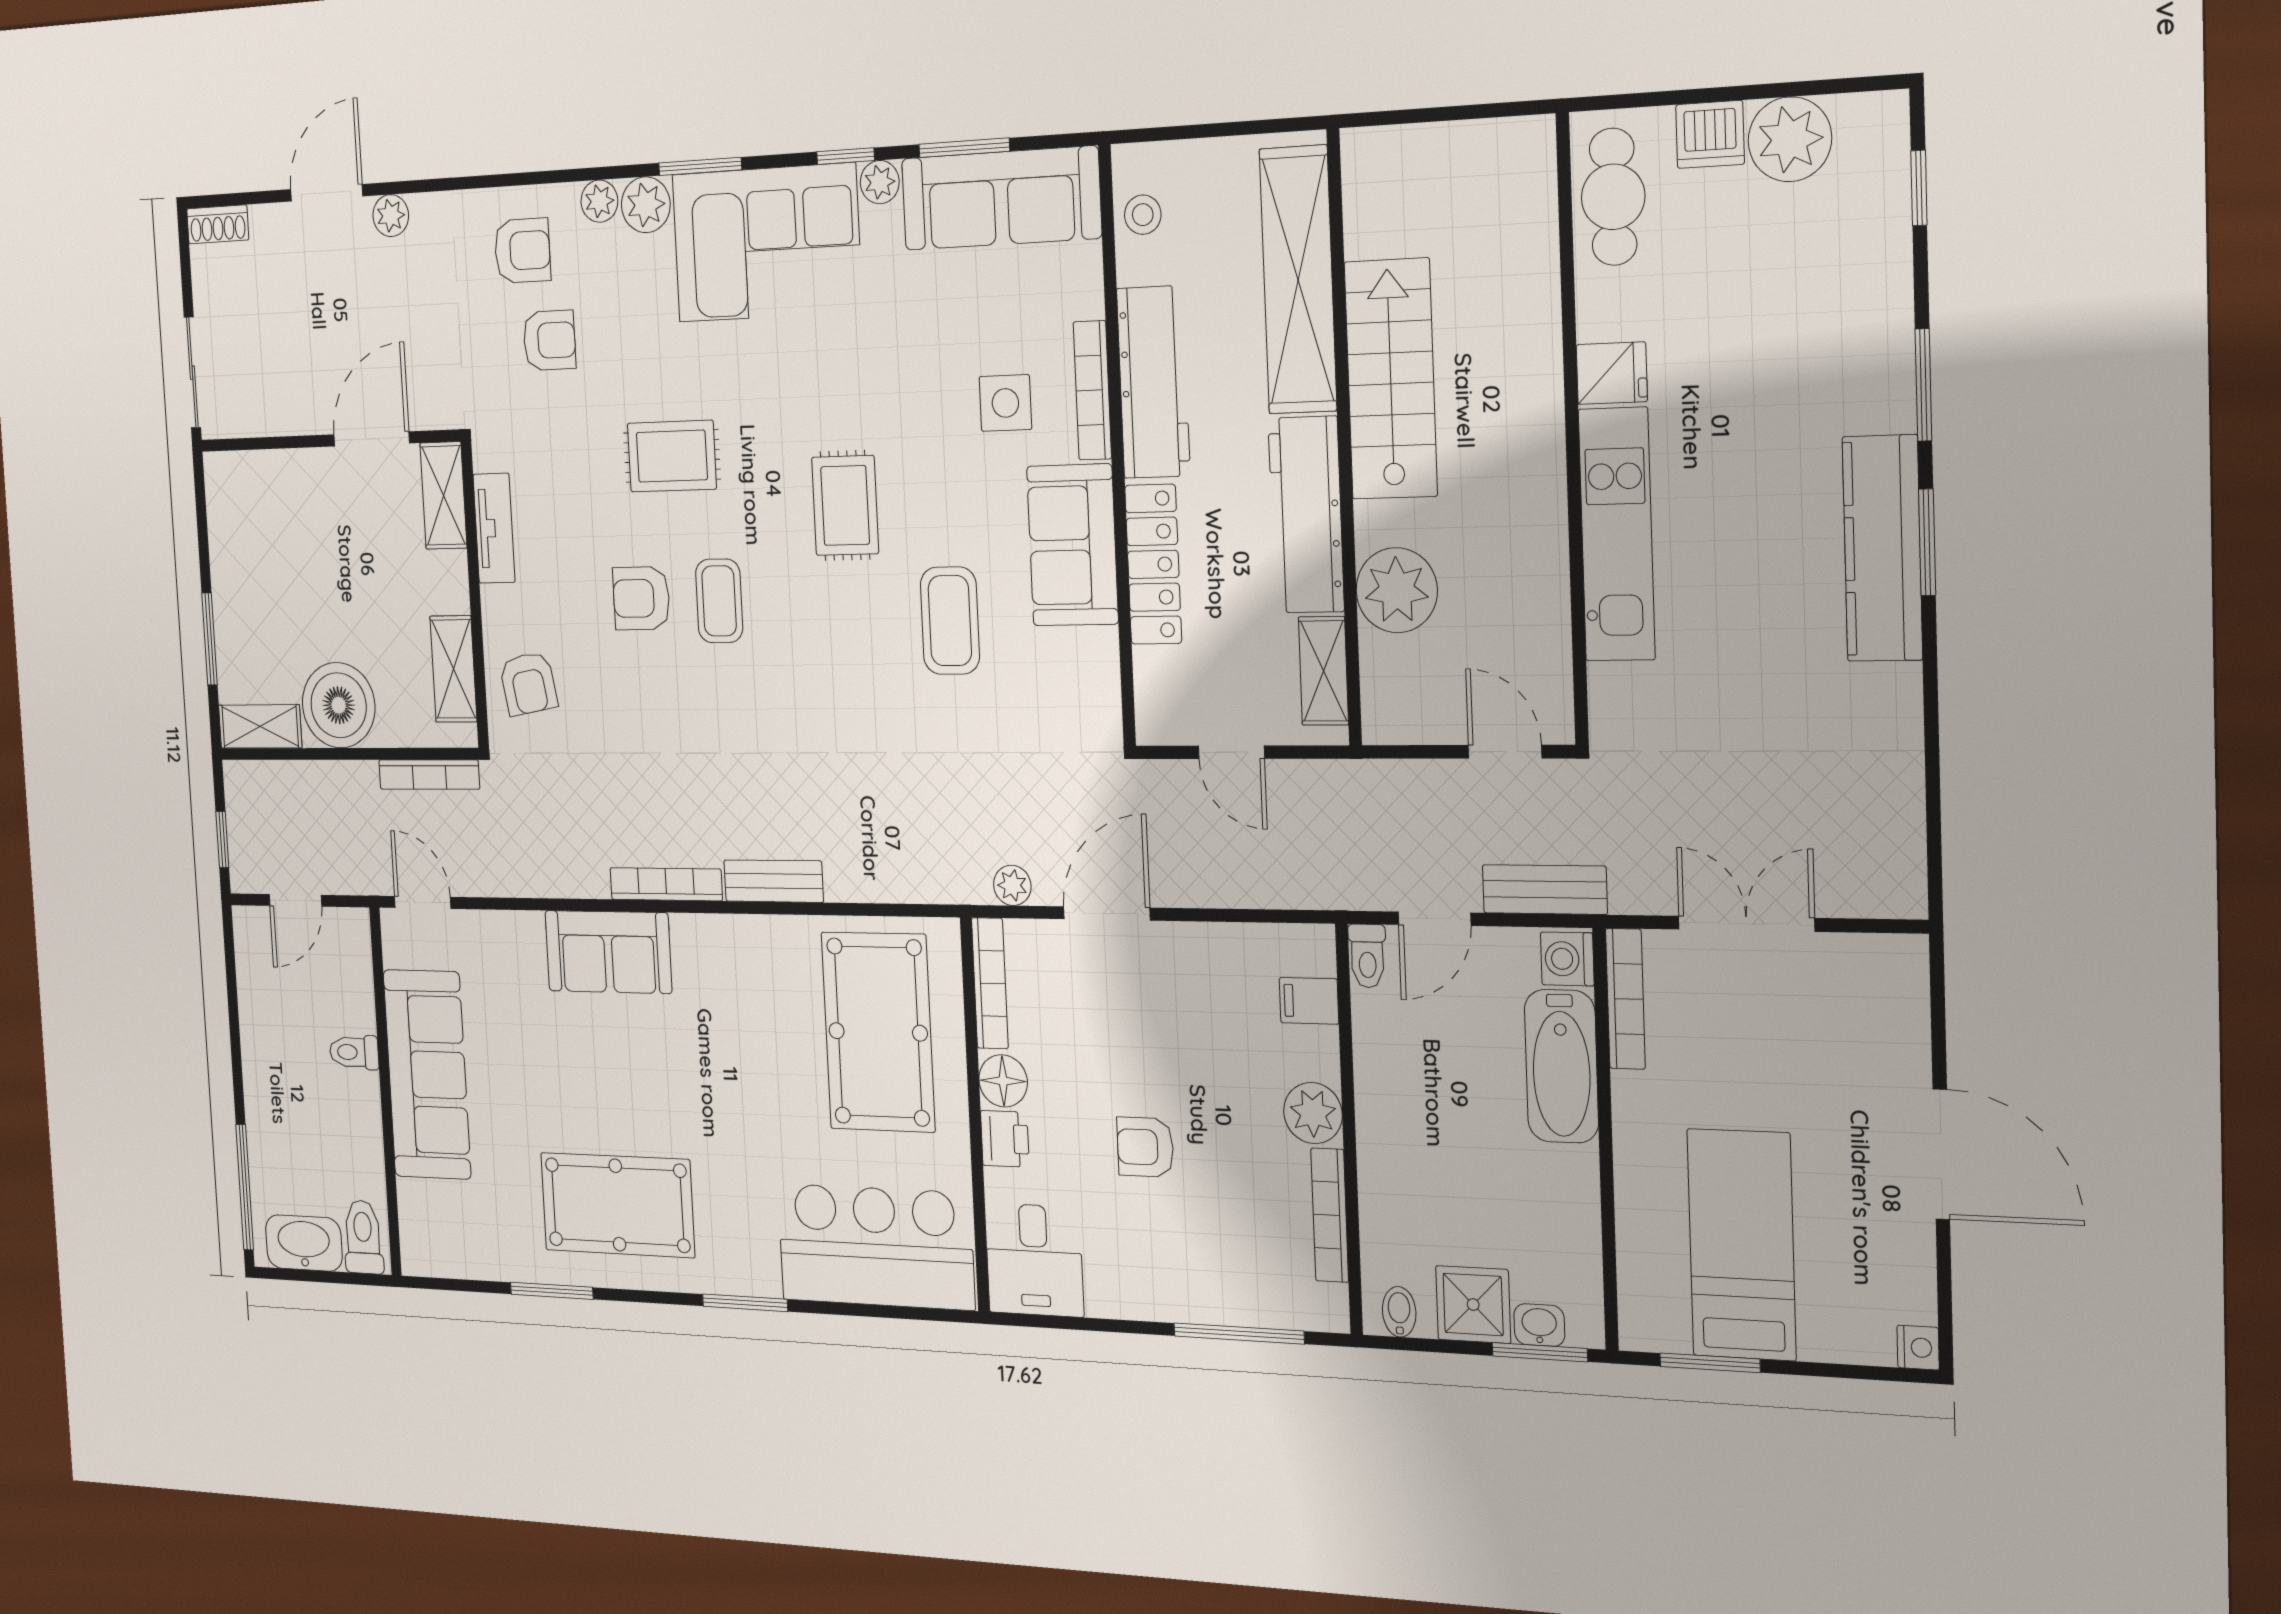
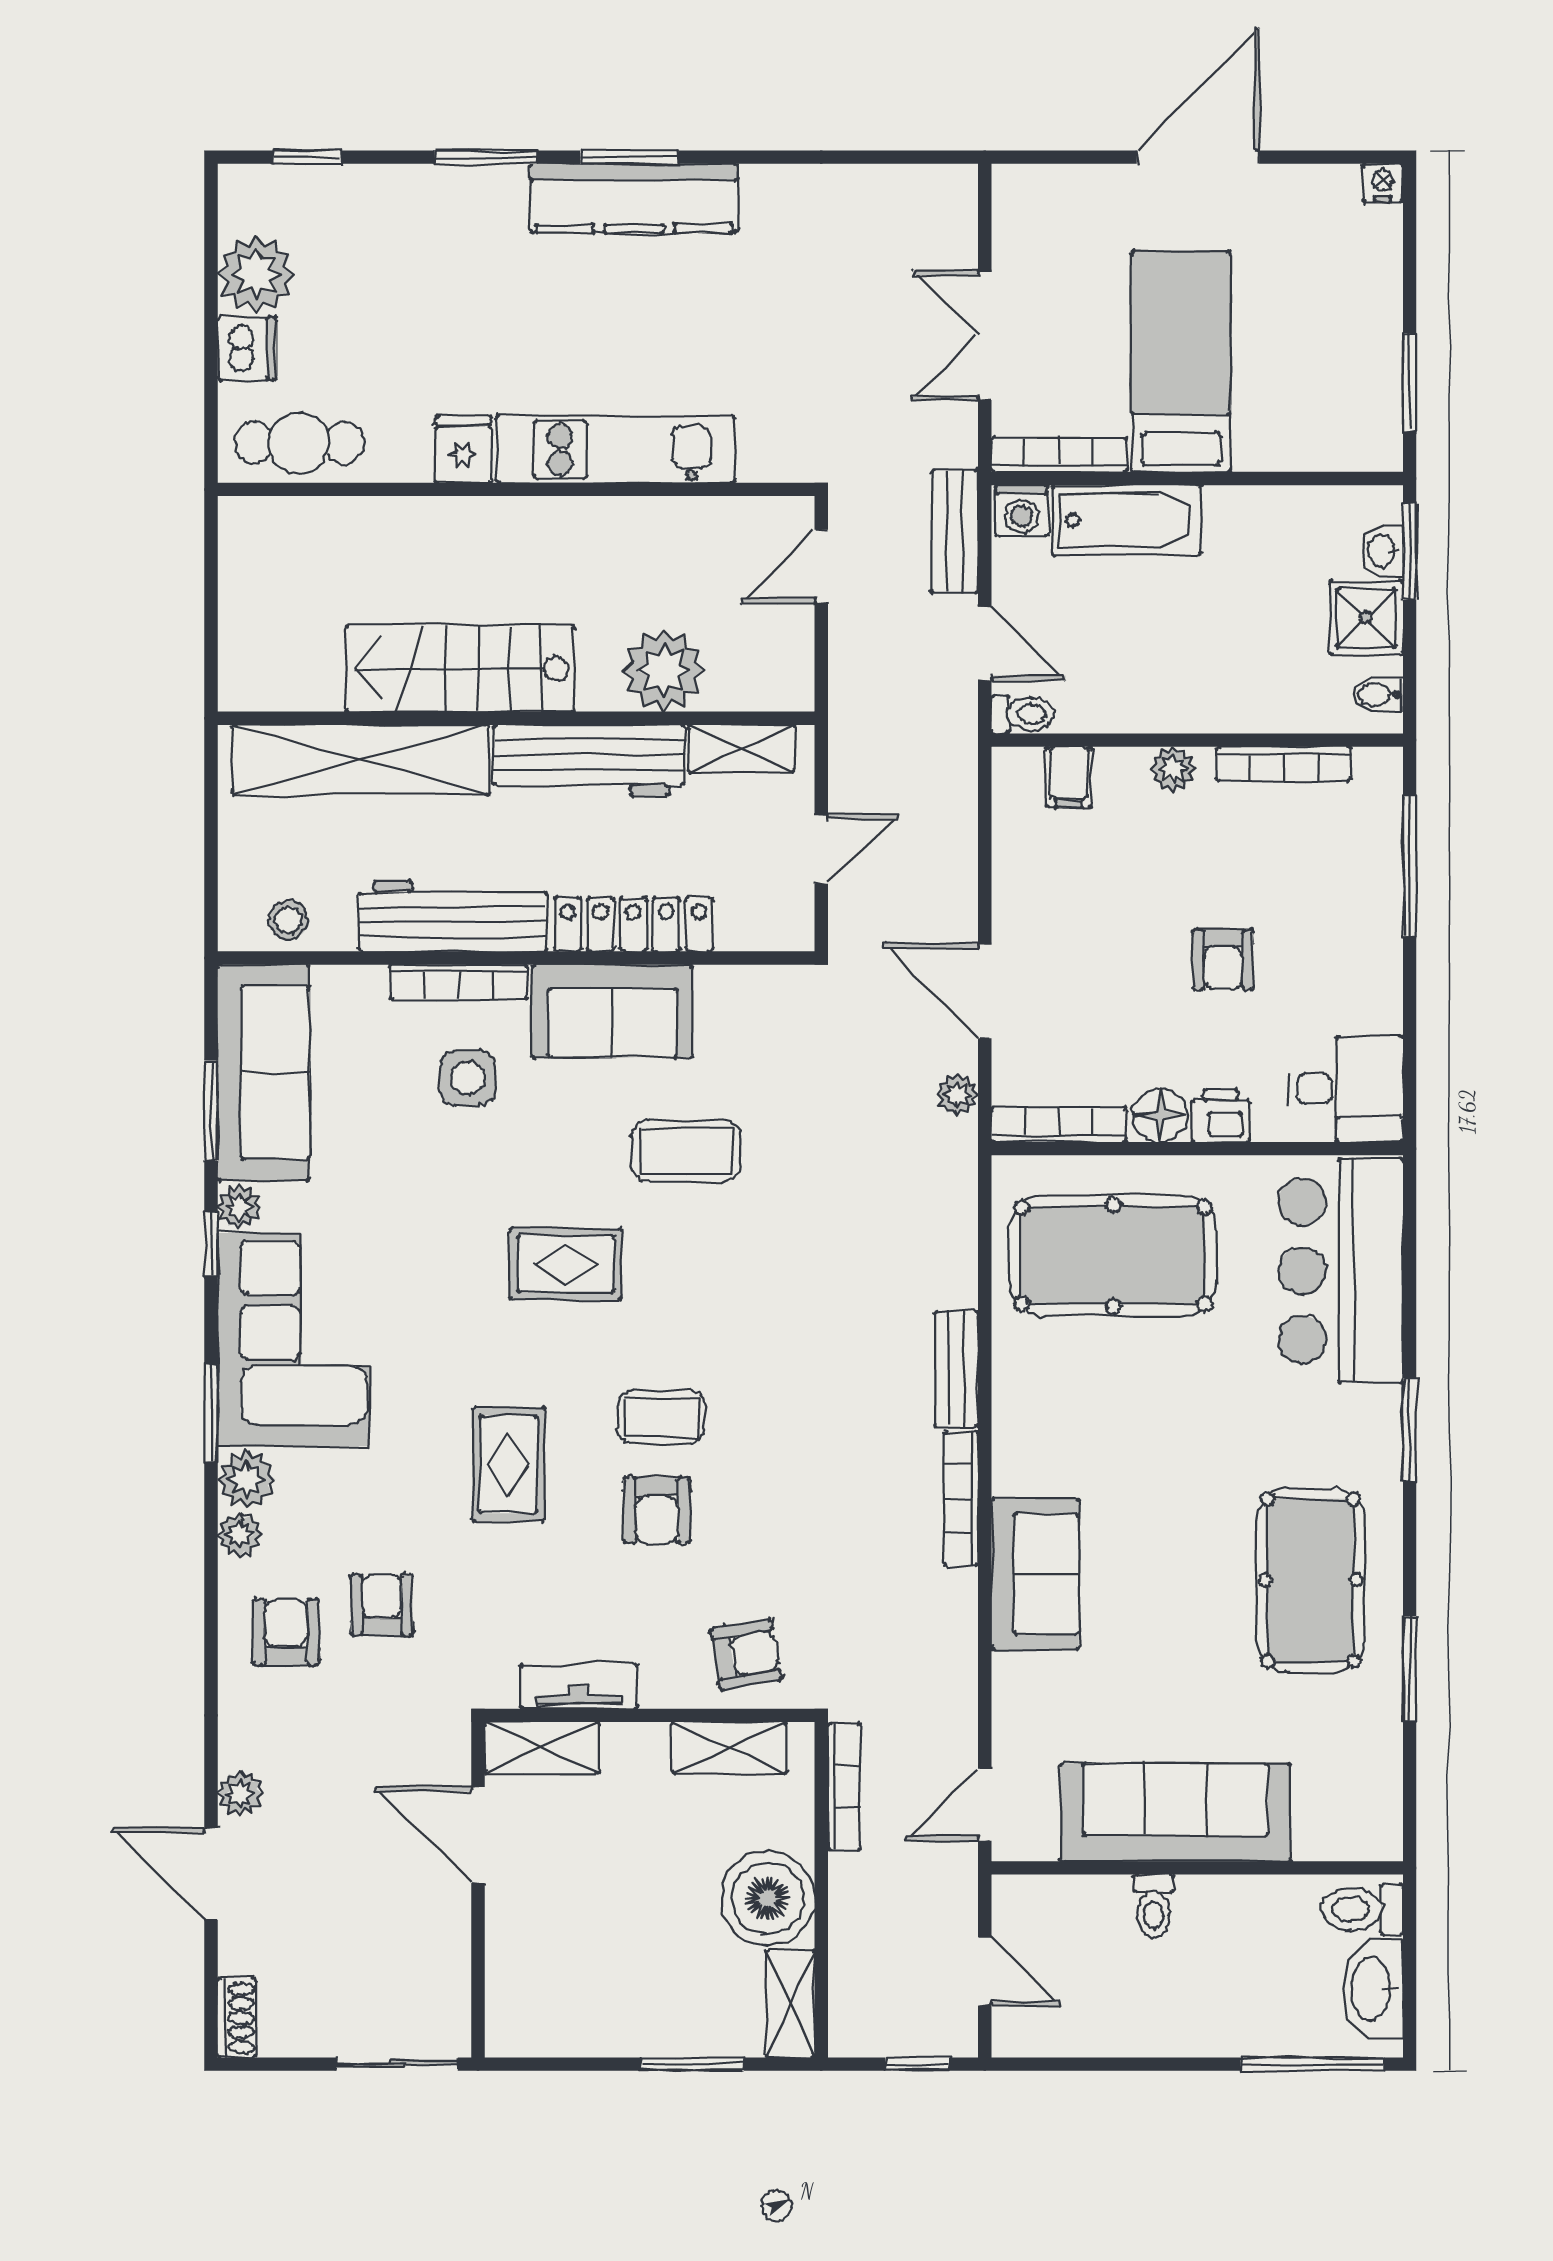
plant: (1313, 1113) -> (1173, 769), width x0.73, depth x0.73
bed: (1741, 1245) -> (1181, 362), moved, turned 90

